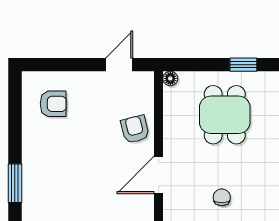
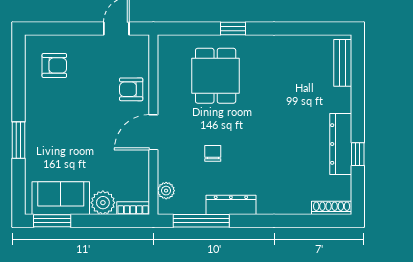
floor lamp: (170, 78) -> (164, 42), removed
armchair: (135, 129) -> (131, 89), turned -76

